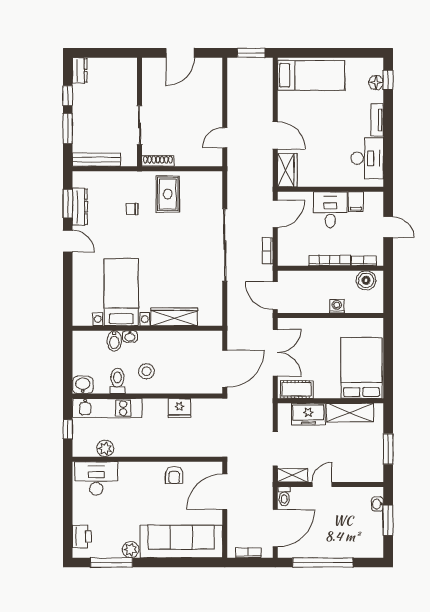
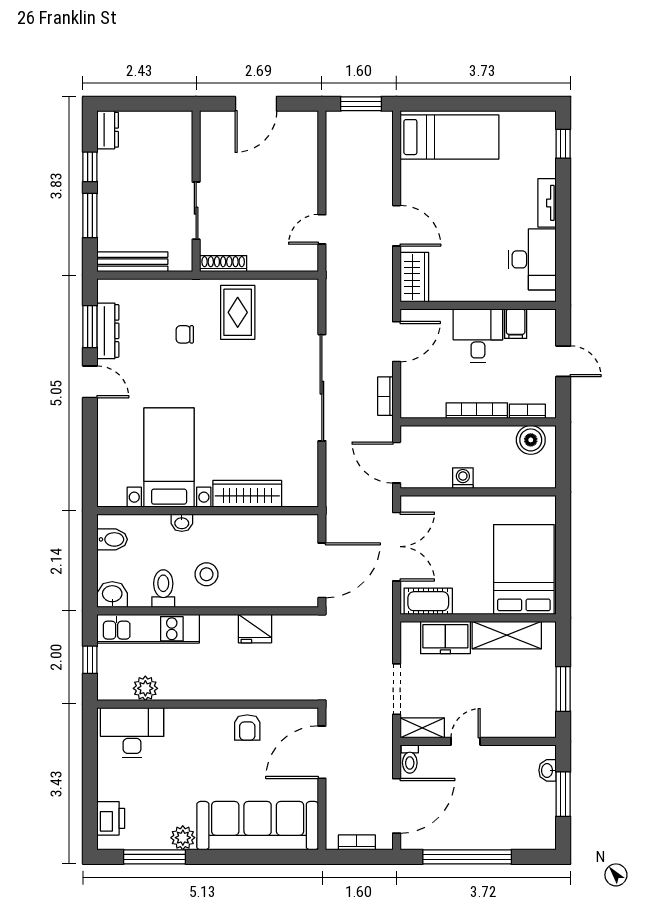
floor lamp: (376, 83) -> (546, 148), removed
washing machine: (337, 306) -> (463, 478), moved
bidet: (114, 341) -> (112, 539), moved, turned -90

